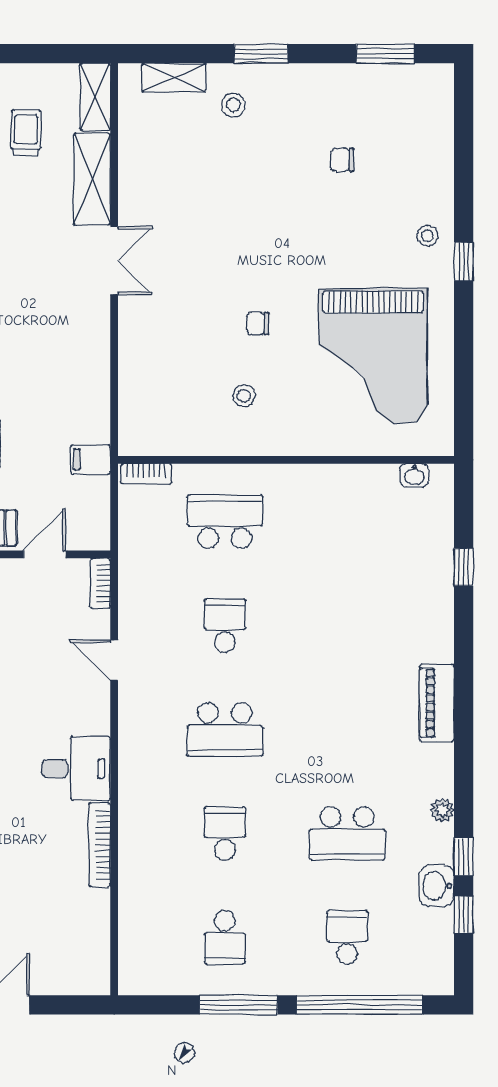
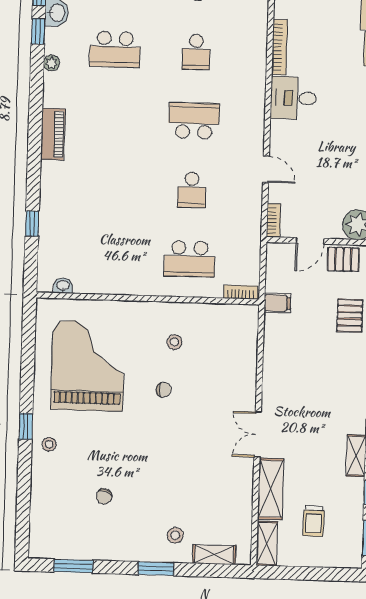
chair: (342, 160) -> (104, 497), turned 111
school desk: (347, 833) -> (115, 49), turned 180

